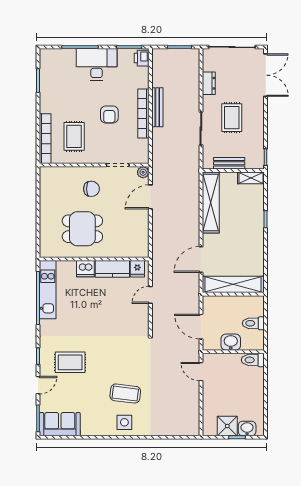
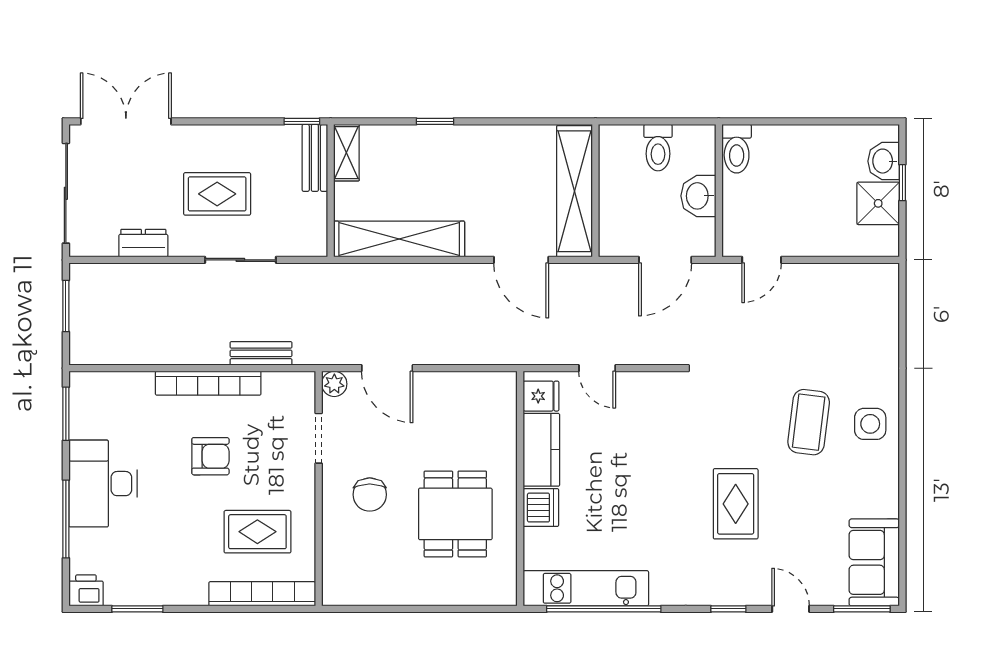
printer: (142, 58) -> (86, 590), moved, turned 180
bench: (157, 107) -> (261, 353), moved, width x0.73
bench: (229, 163) -> (315, 158), moved
chair: (91, 189) -> (370, 495), turned 180
rug: (70, 362) -> (736, 504), moved

